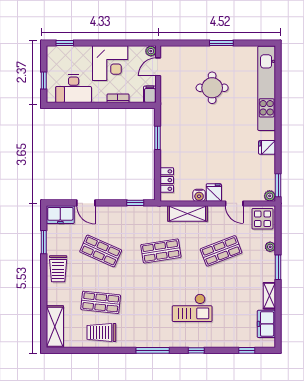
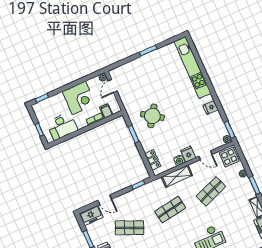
round table: (212, 88) -> (152, 116), moved, turned 34
filing cabinet: (150, 94) -> (106, 111), moved

